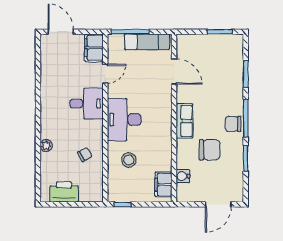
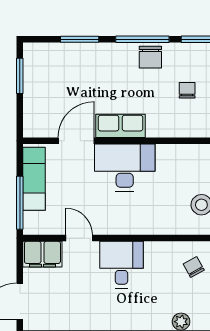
desk: (124, 120) -> (125, 167), moved, turned 180
row of seats: (184, 121) -> (120, 126), moved
chair: (210, 150) -> (187, 90), width x0.54, depth x0.54

